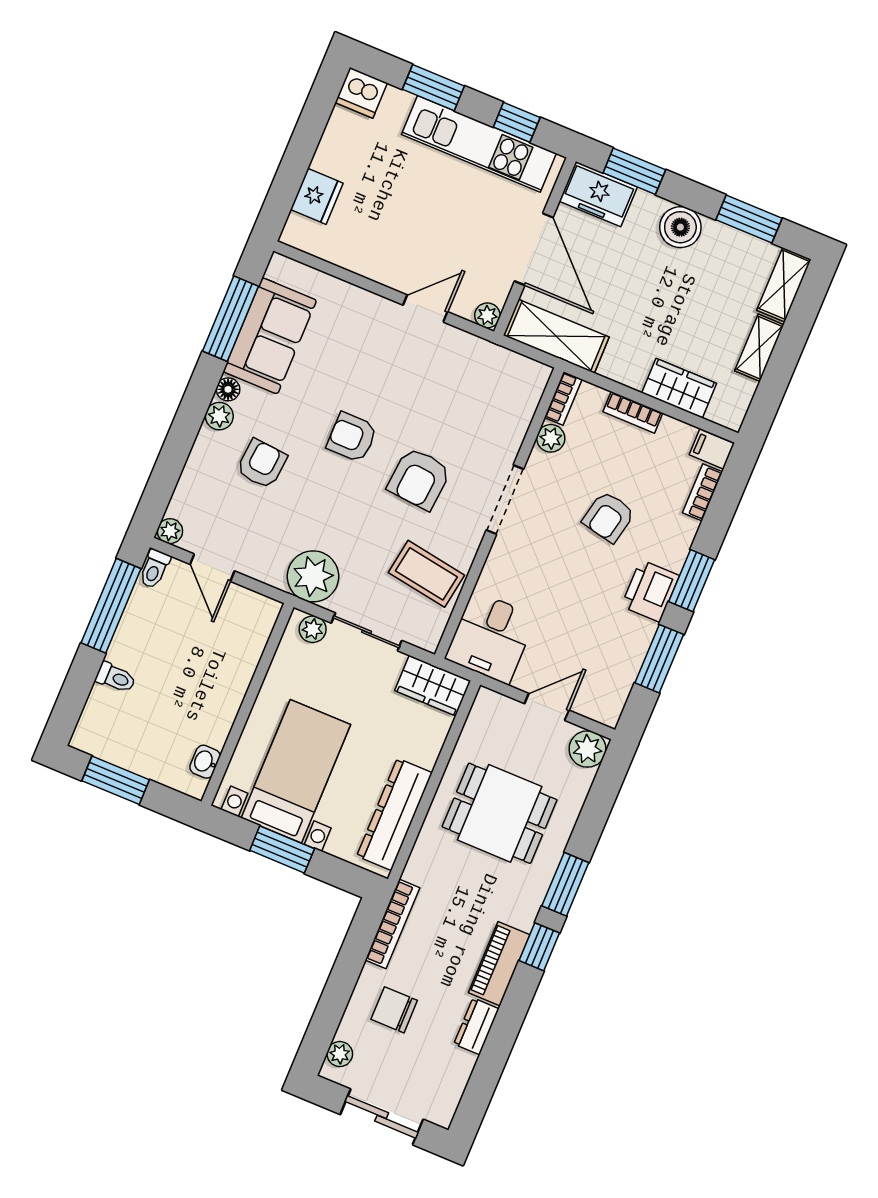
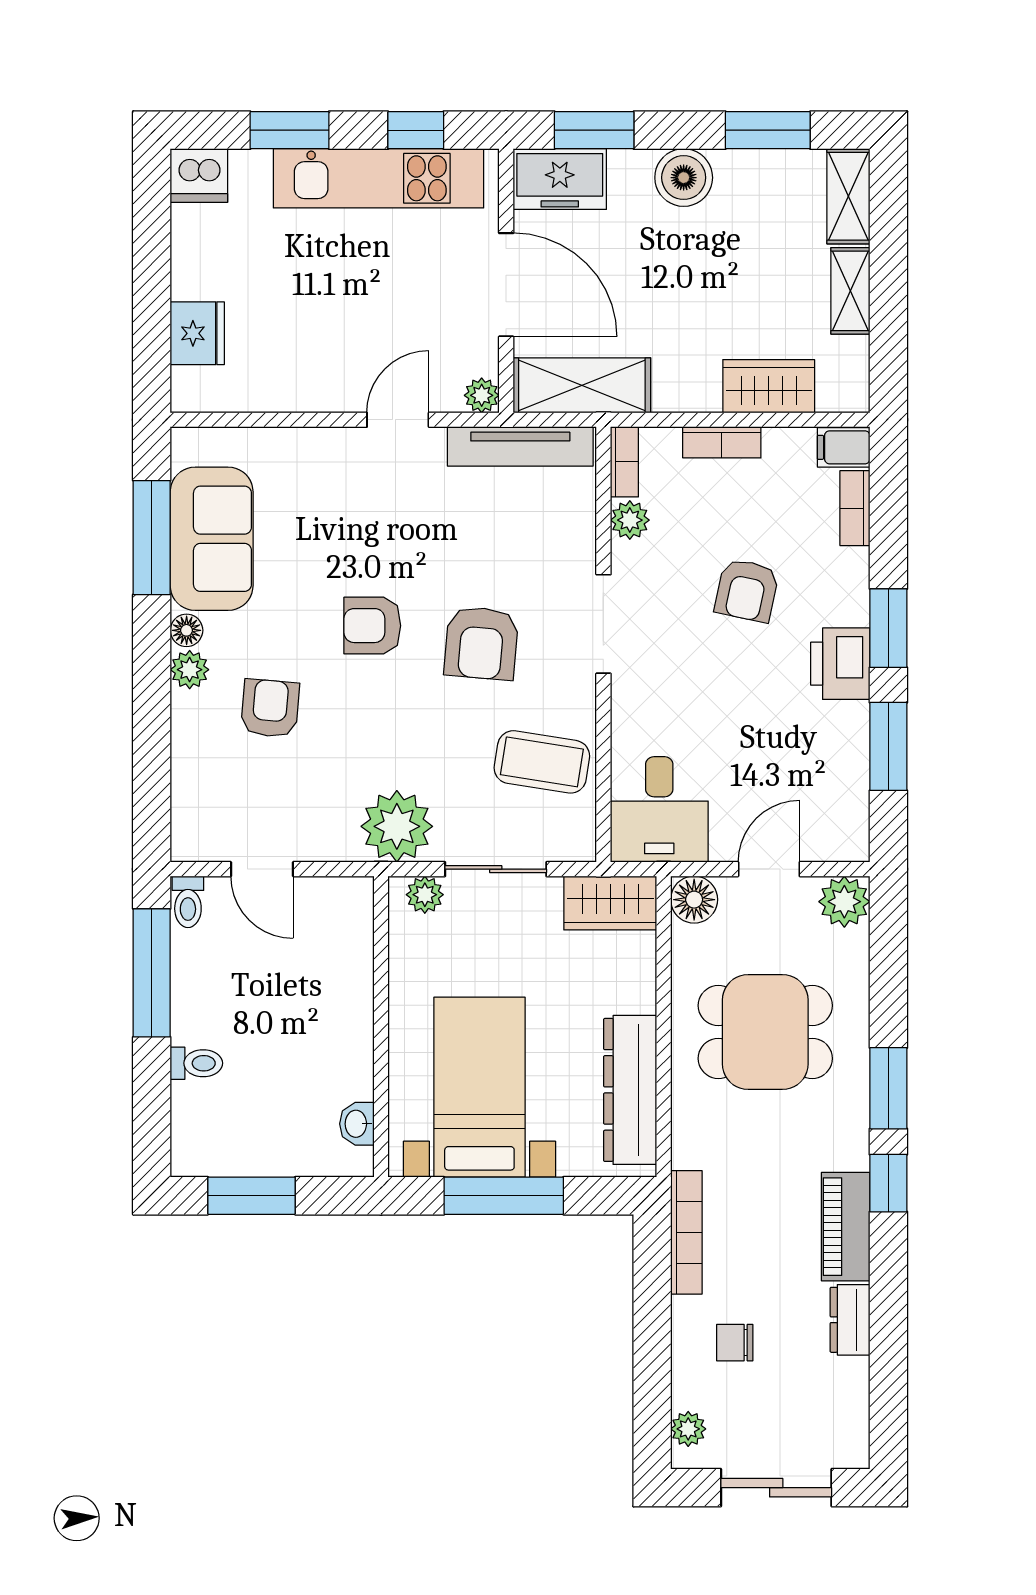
tv unit: (499, 360) -> (520, 446), added
plant: (170, 531) -> (188, 845), removed
floor lamp: (489, 706) -> (694, 900), added
window: (282, 850) -> (504, 1196), width x1.44
chair: (394, 1010) -> (735, 1343), width x0.73, depth x0.73

